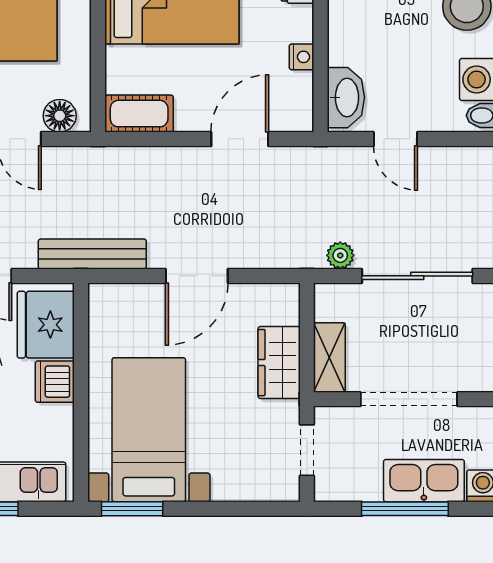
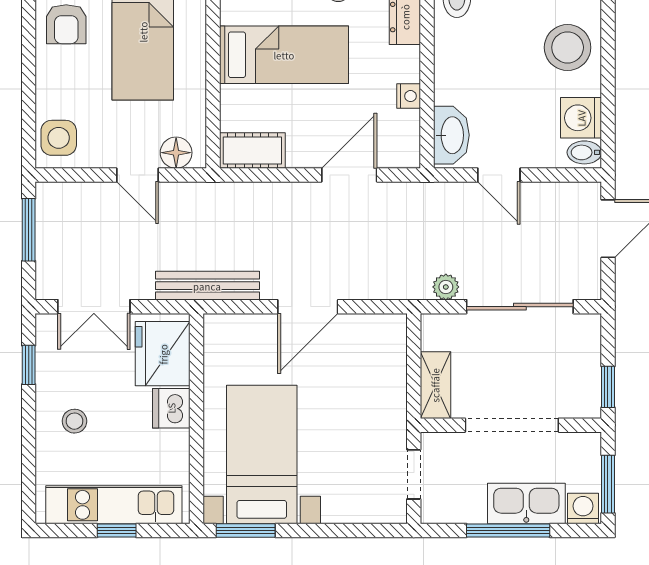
wardrobe: (279, 363) -> (387, 390), removed

